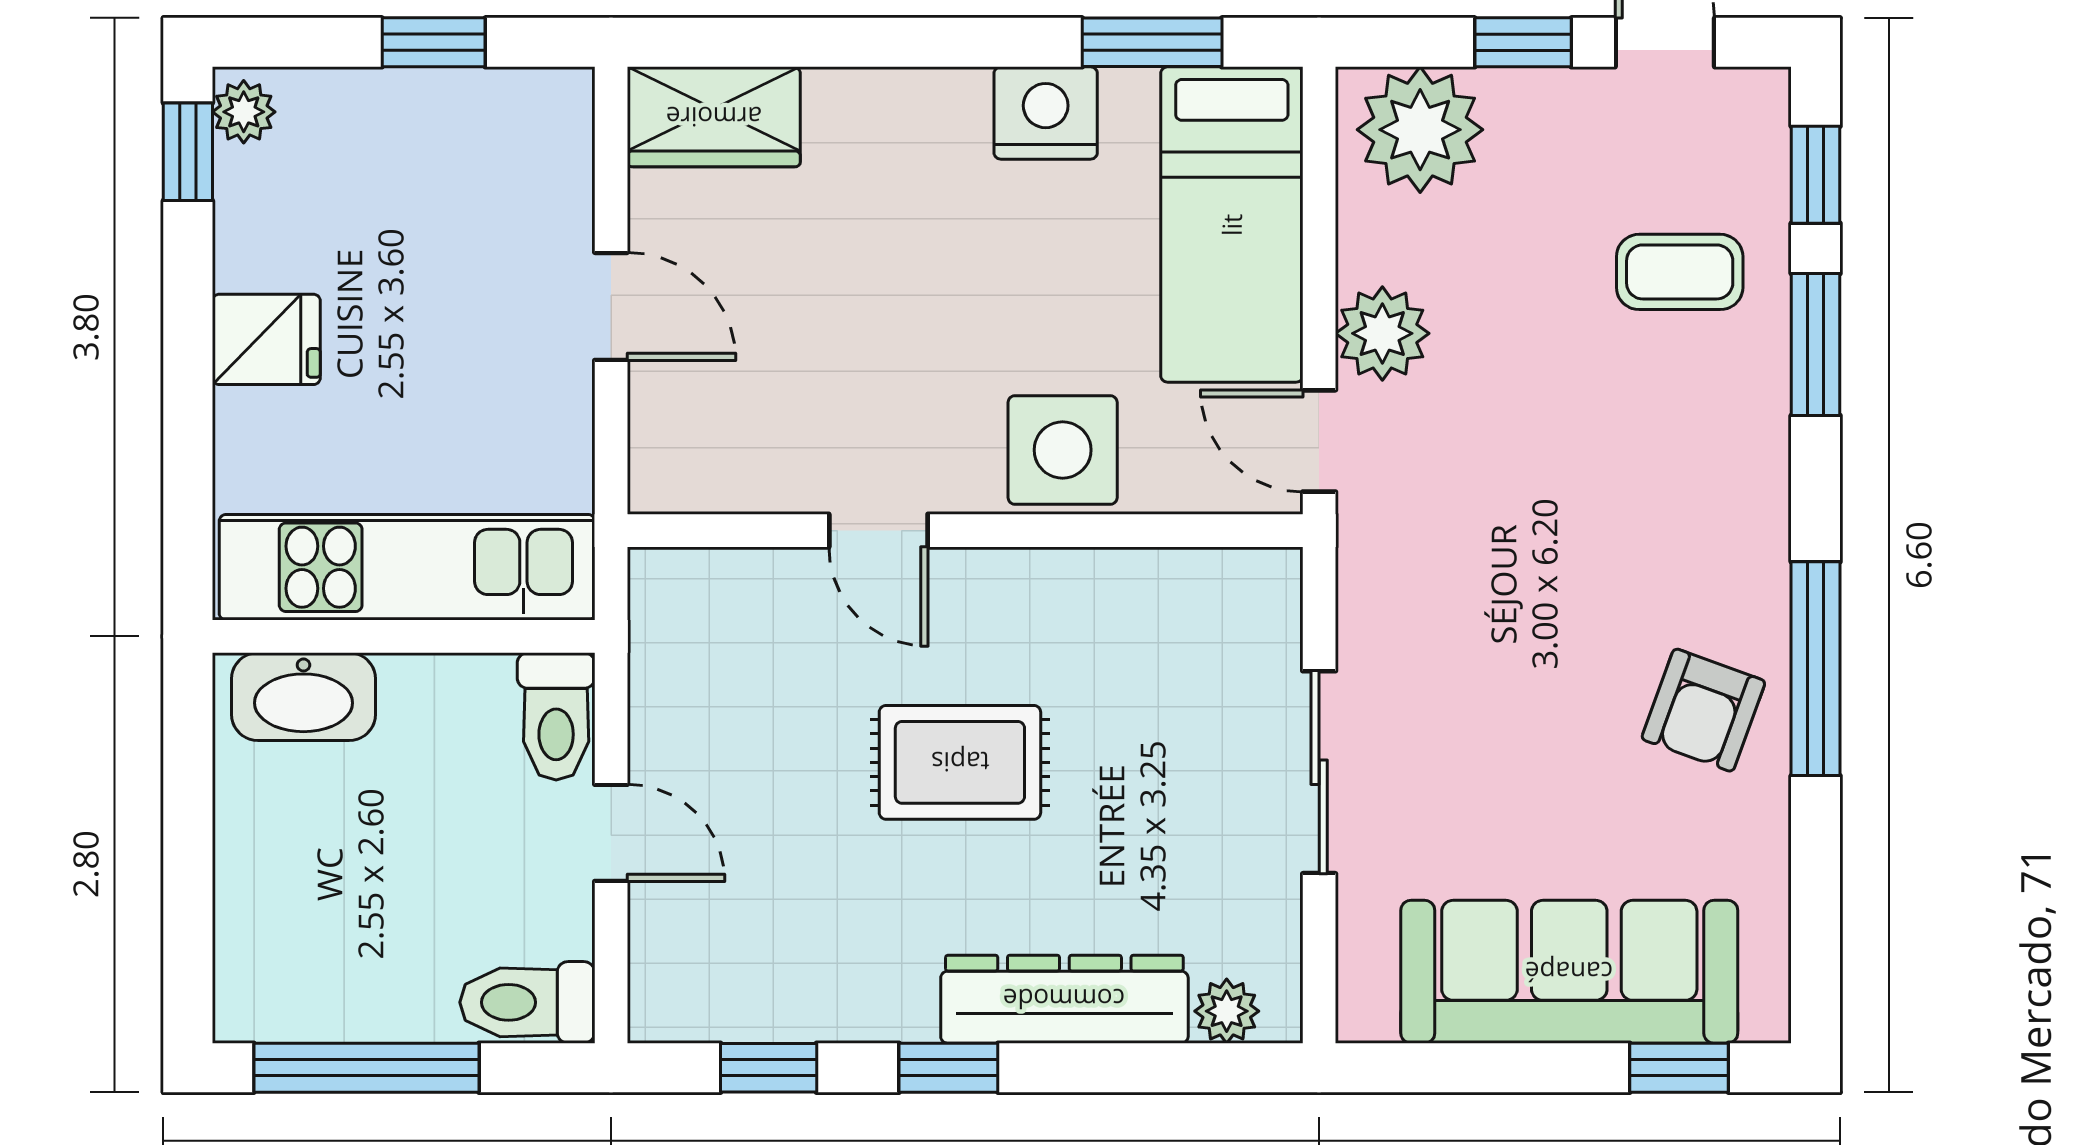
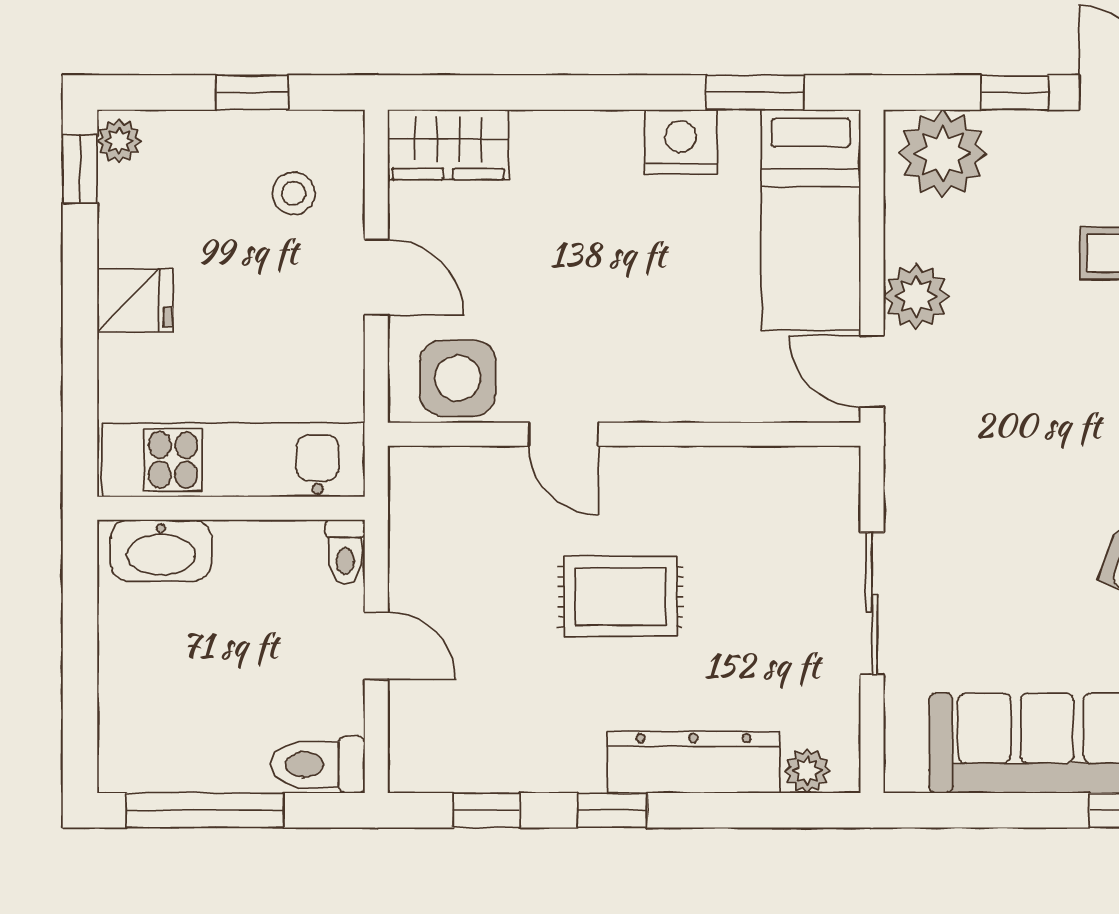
stool: (493, 186) -> (294, 193), added
side table: (1063, 450) -> (458, 378), moved
toilet: (556, 716) -> (345, 552), width x0.73, depth x0.72

